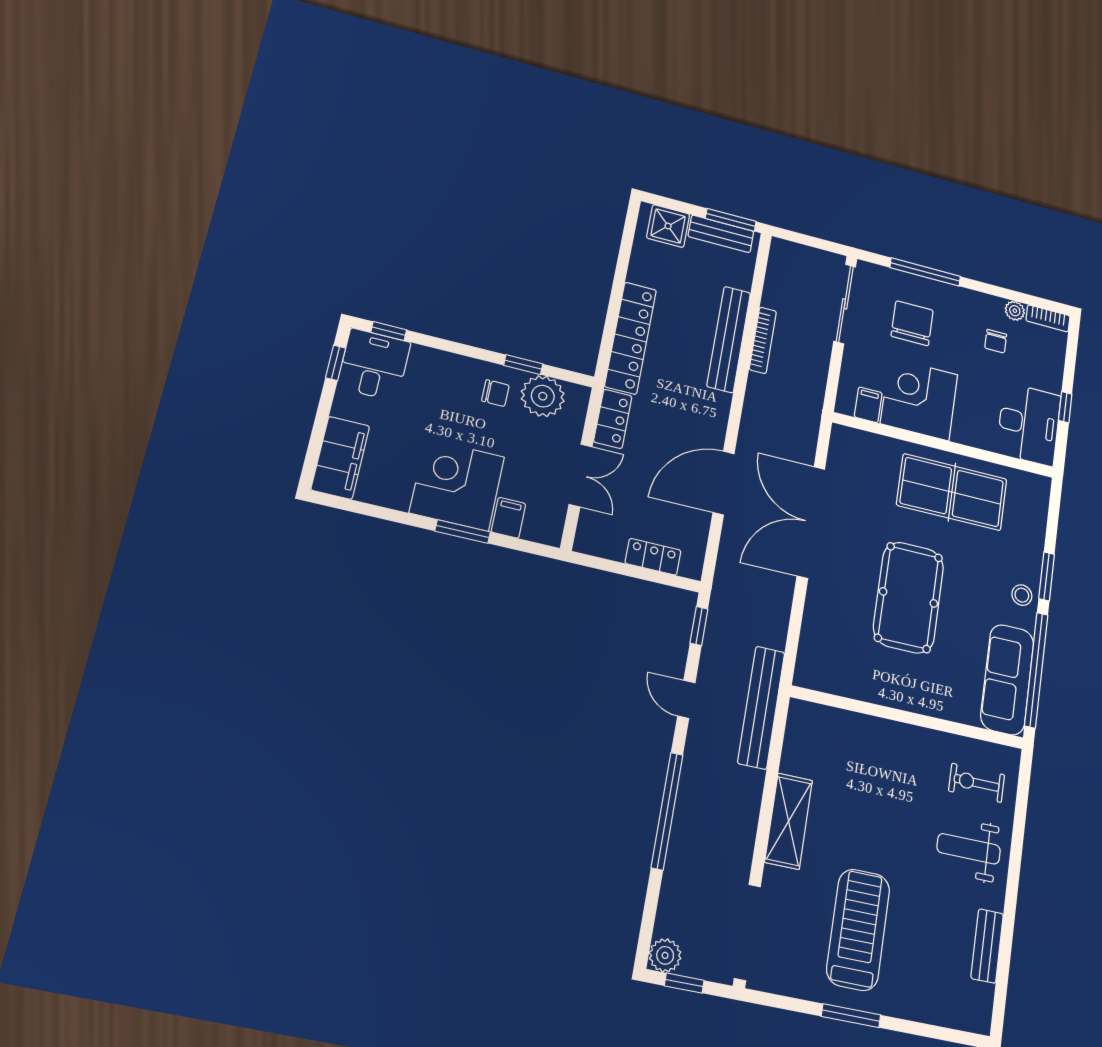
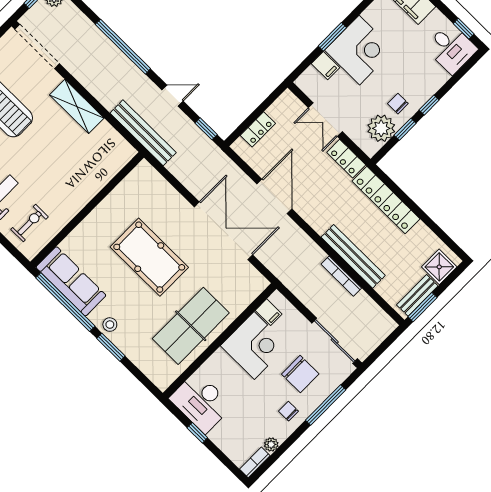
window: (389, 331) -> (429, 105), moved
chair: (996, 341) -> (288, 411), moved
chair: (495, 393) -> (398, 104), turned 90

